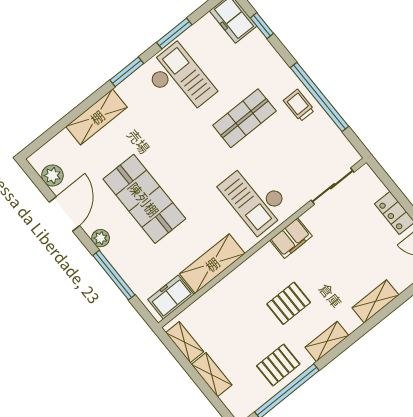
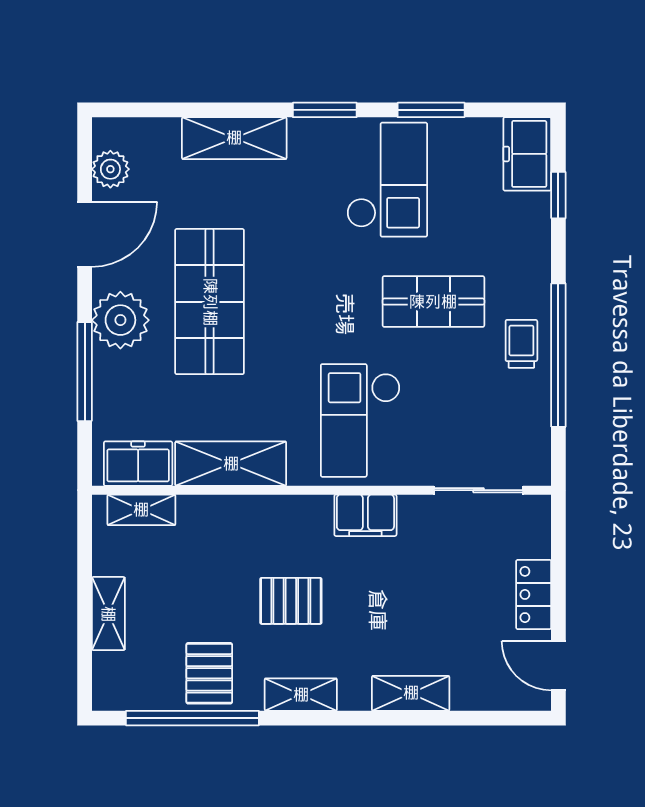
plant: (101, 238) -> (120, 320), width x1.88, depth x1.88
shelving: (185, 342) -> (141, 510), moved, turned 90
pallet: (278, 365) -> (209, 673), turned 90

